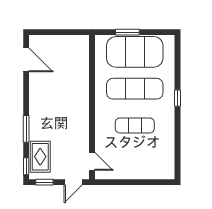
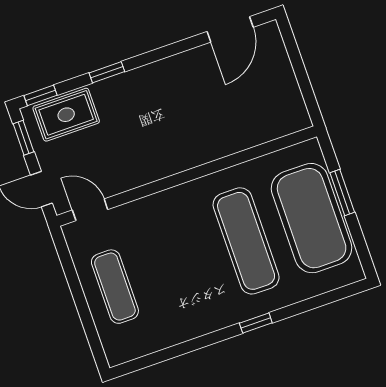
exercise mat: (135, 125) -> (115, 287), moved
window: (26, 129) -> (107, 72), width x0.67
door: (92, 161) -> (90, 210), swing flipped

